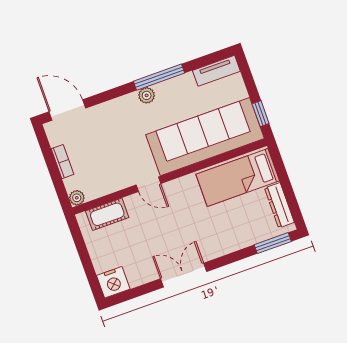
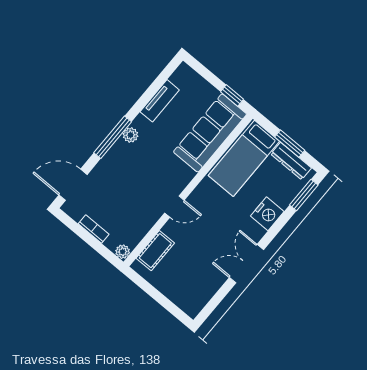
tv unit: (216, 71) -> (160, 101), moved
window: (159, 77) -> (113, 137), moved
sofa: (205, 137) -> (210, 133), width x0.74, depth x0.79
window: (287, 189) -> (290, 144), added
nightstand: (113, 282) -> (267, 214), moved

